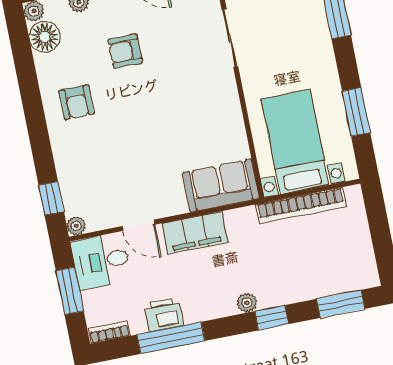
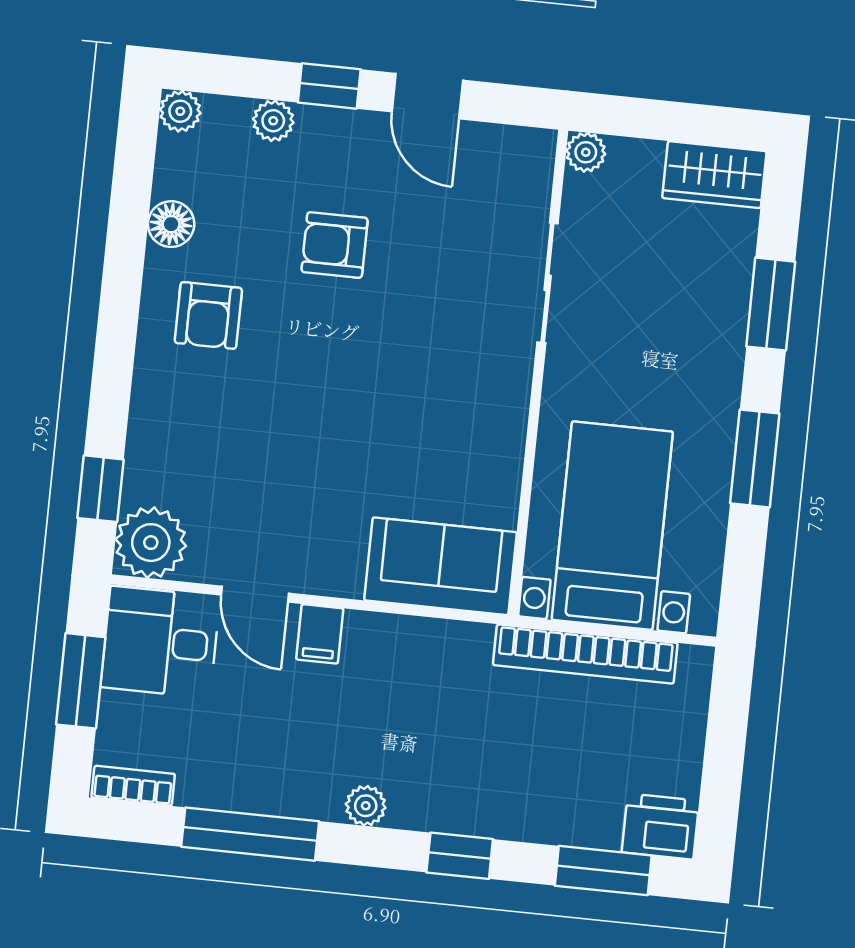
floor lamp: (45, 37) -> (171, 224), moved, width x0.73, depth x0.73
window: (356, 112) -> (755, 458), moved
plant: (76, 226) -> (151, 543), width x1.88, depth x1.88
filing cabinet: (195, 233) -> (320, 634), width x0.33, depth x0.86
plant: (247, 303) -> (366, 806), moved
printer: (164, 315) -> (661, 826), moved

